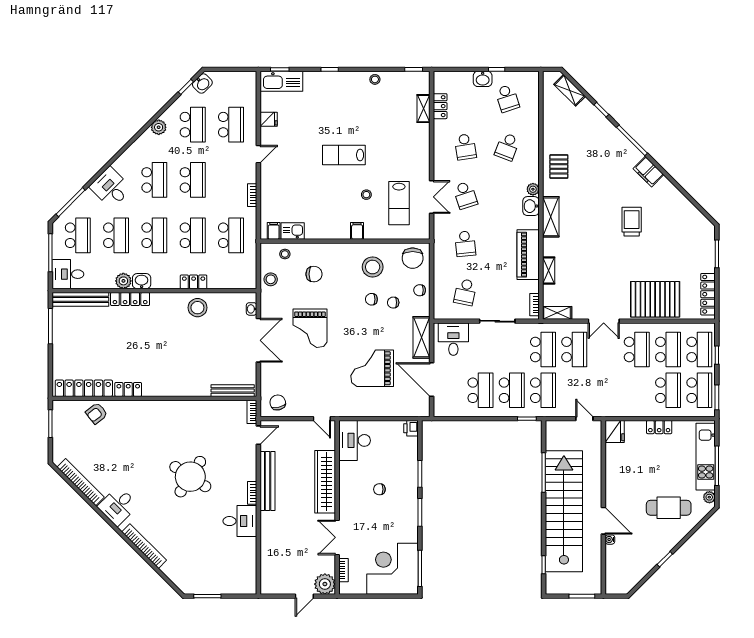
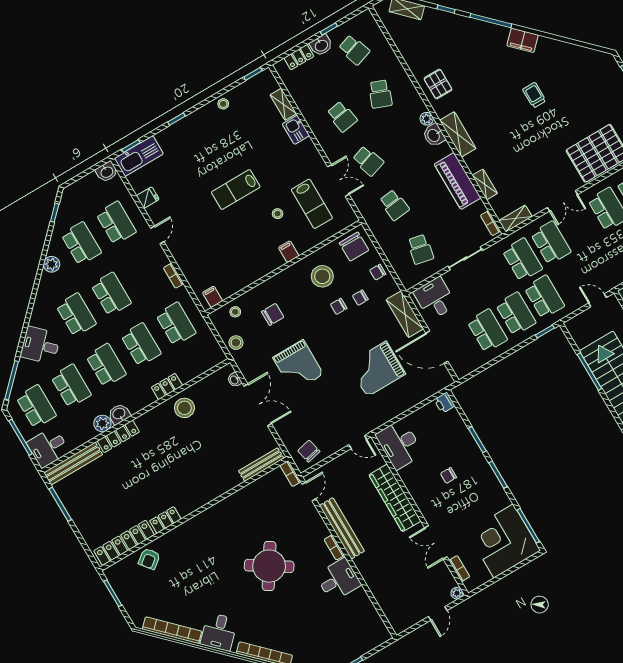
washbasin: (202, 83) -> (107, 172), moved, turned 45
locker: (440, 106) -> (299, 57), moved, turned 90
trolley: (632, 222) -> (534, 95), width x0.73, depth x0.72
kitchen sink: (293, 231) -> (296, 130), moved, turned -90
plant: (325, 584) -> (457, 593), width x0.53, depth x0.53

